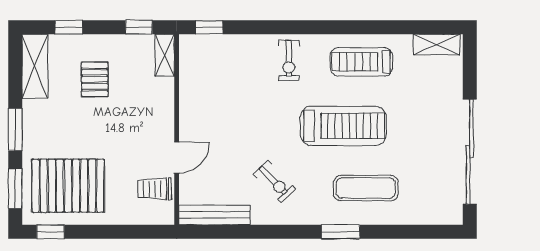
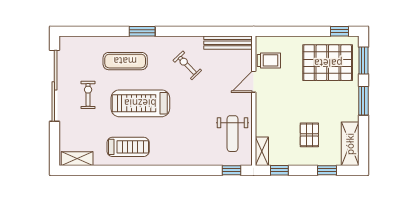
exercise bike: (289, 60) -> (88, 95), moved
weight bench: (208, 81) -> (232, 134), added

